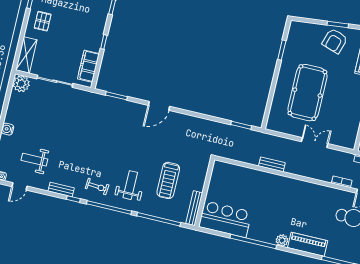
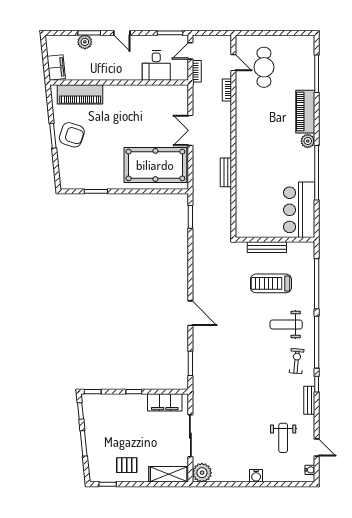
pool table: (307, 93) -> (155, 165), moved
treadmill: (168, 180) -> (271, 283), turned 180
bench: (194, 208) -> (267, 247), moved

